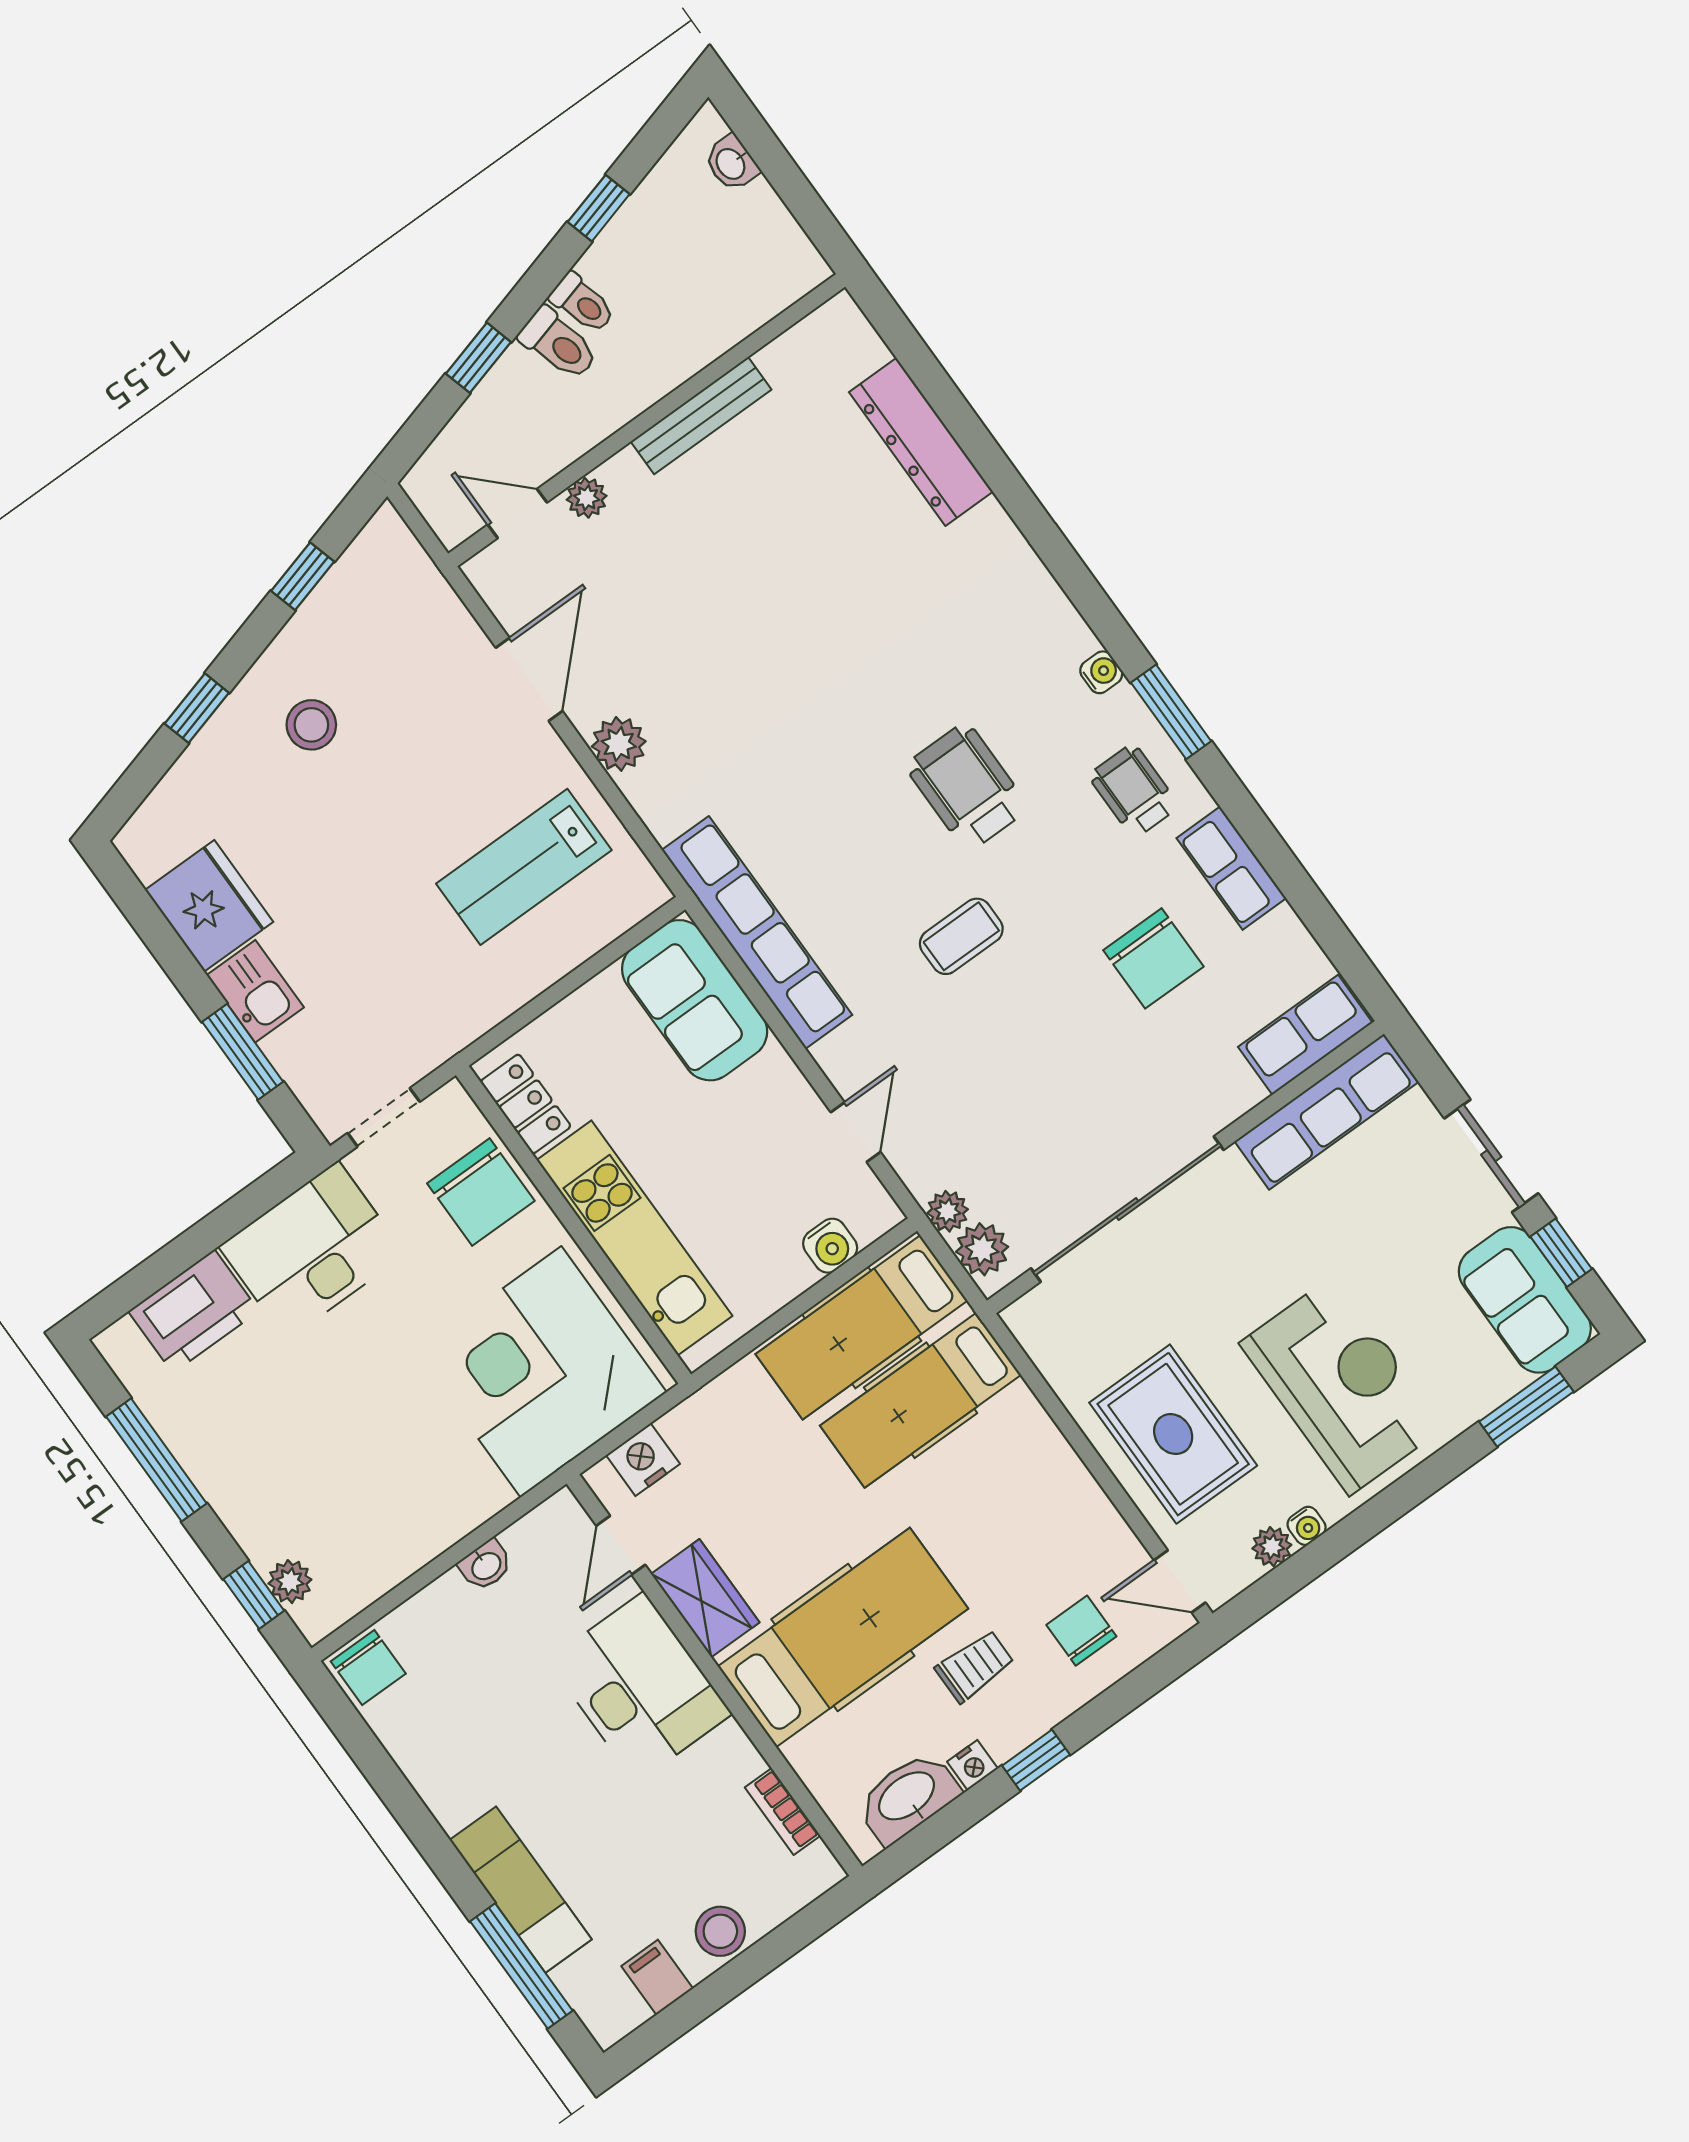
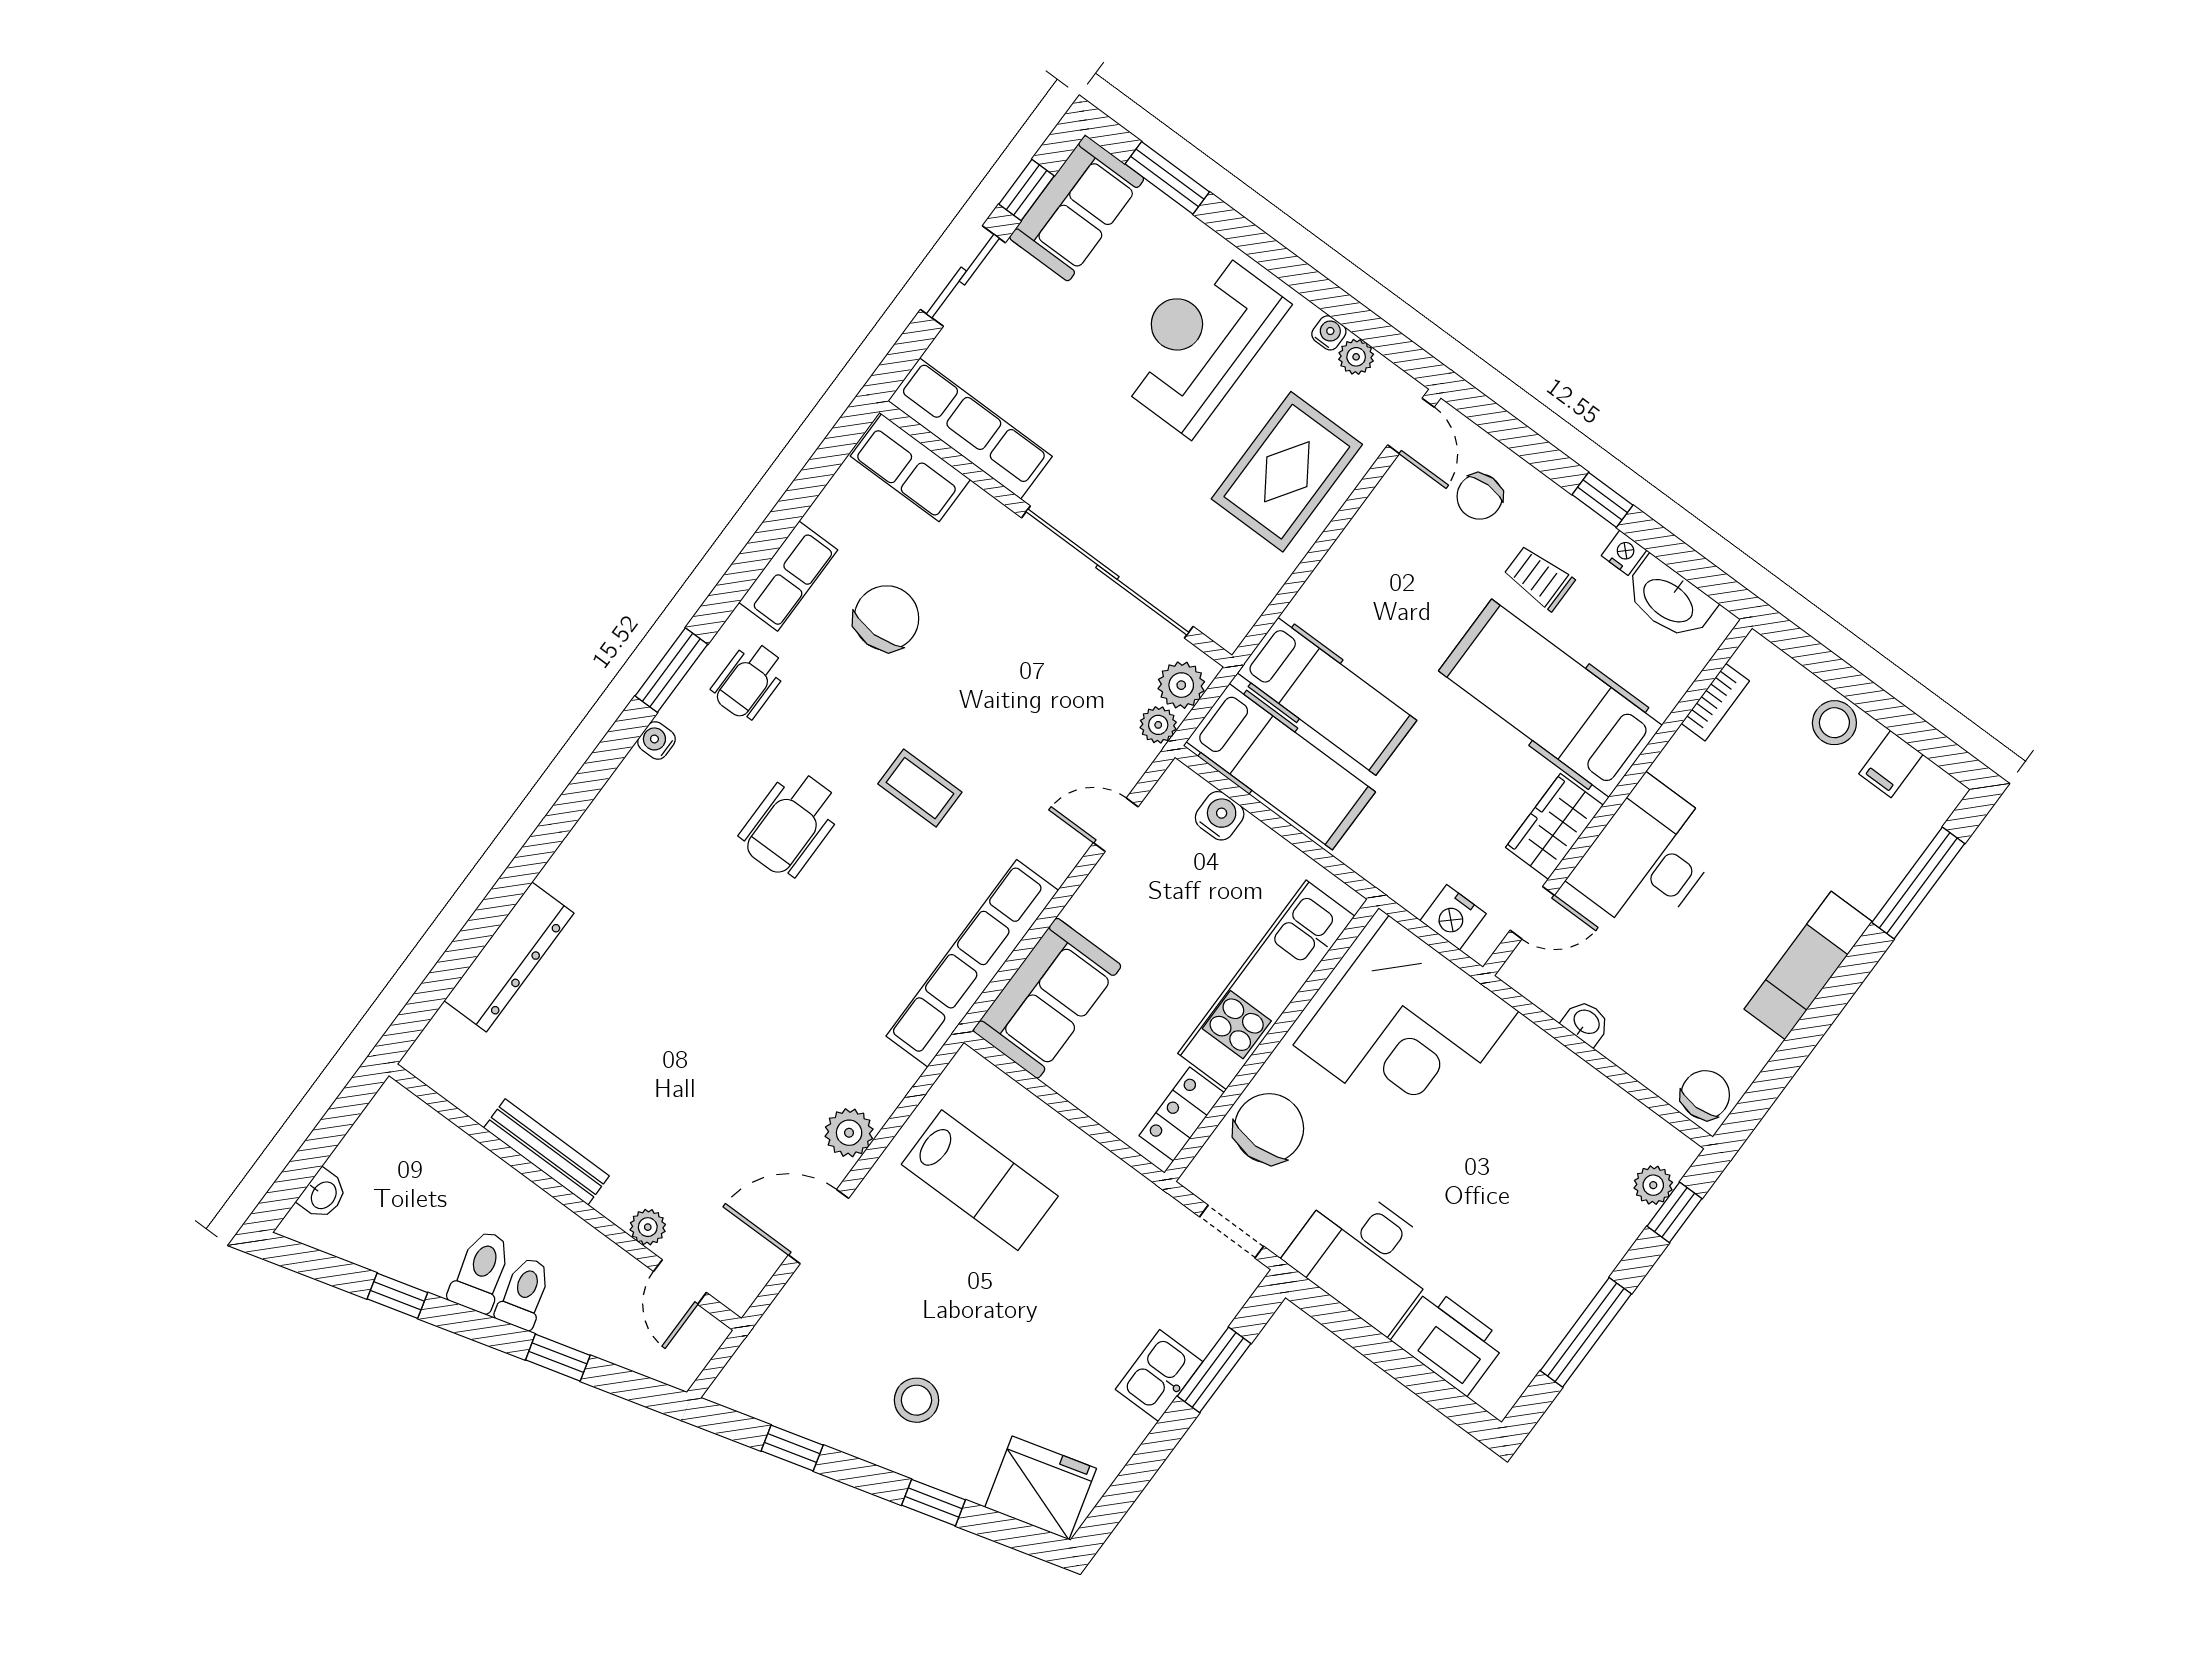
toilet: (582, 303) -> (481, 1271), width x1.37, depth x1.39
fridge: (209, 906) -> (1041, 1488), moved, turned 75
exam couch: (521, 1890) -> (1808, 965), moved

